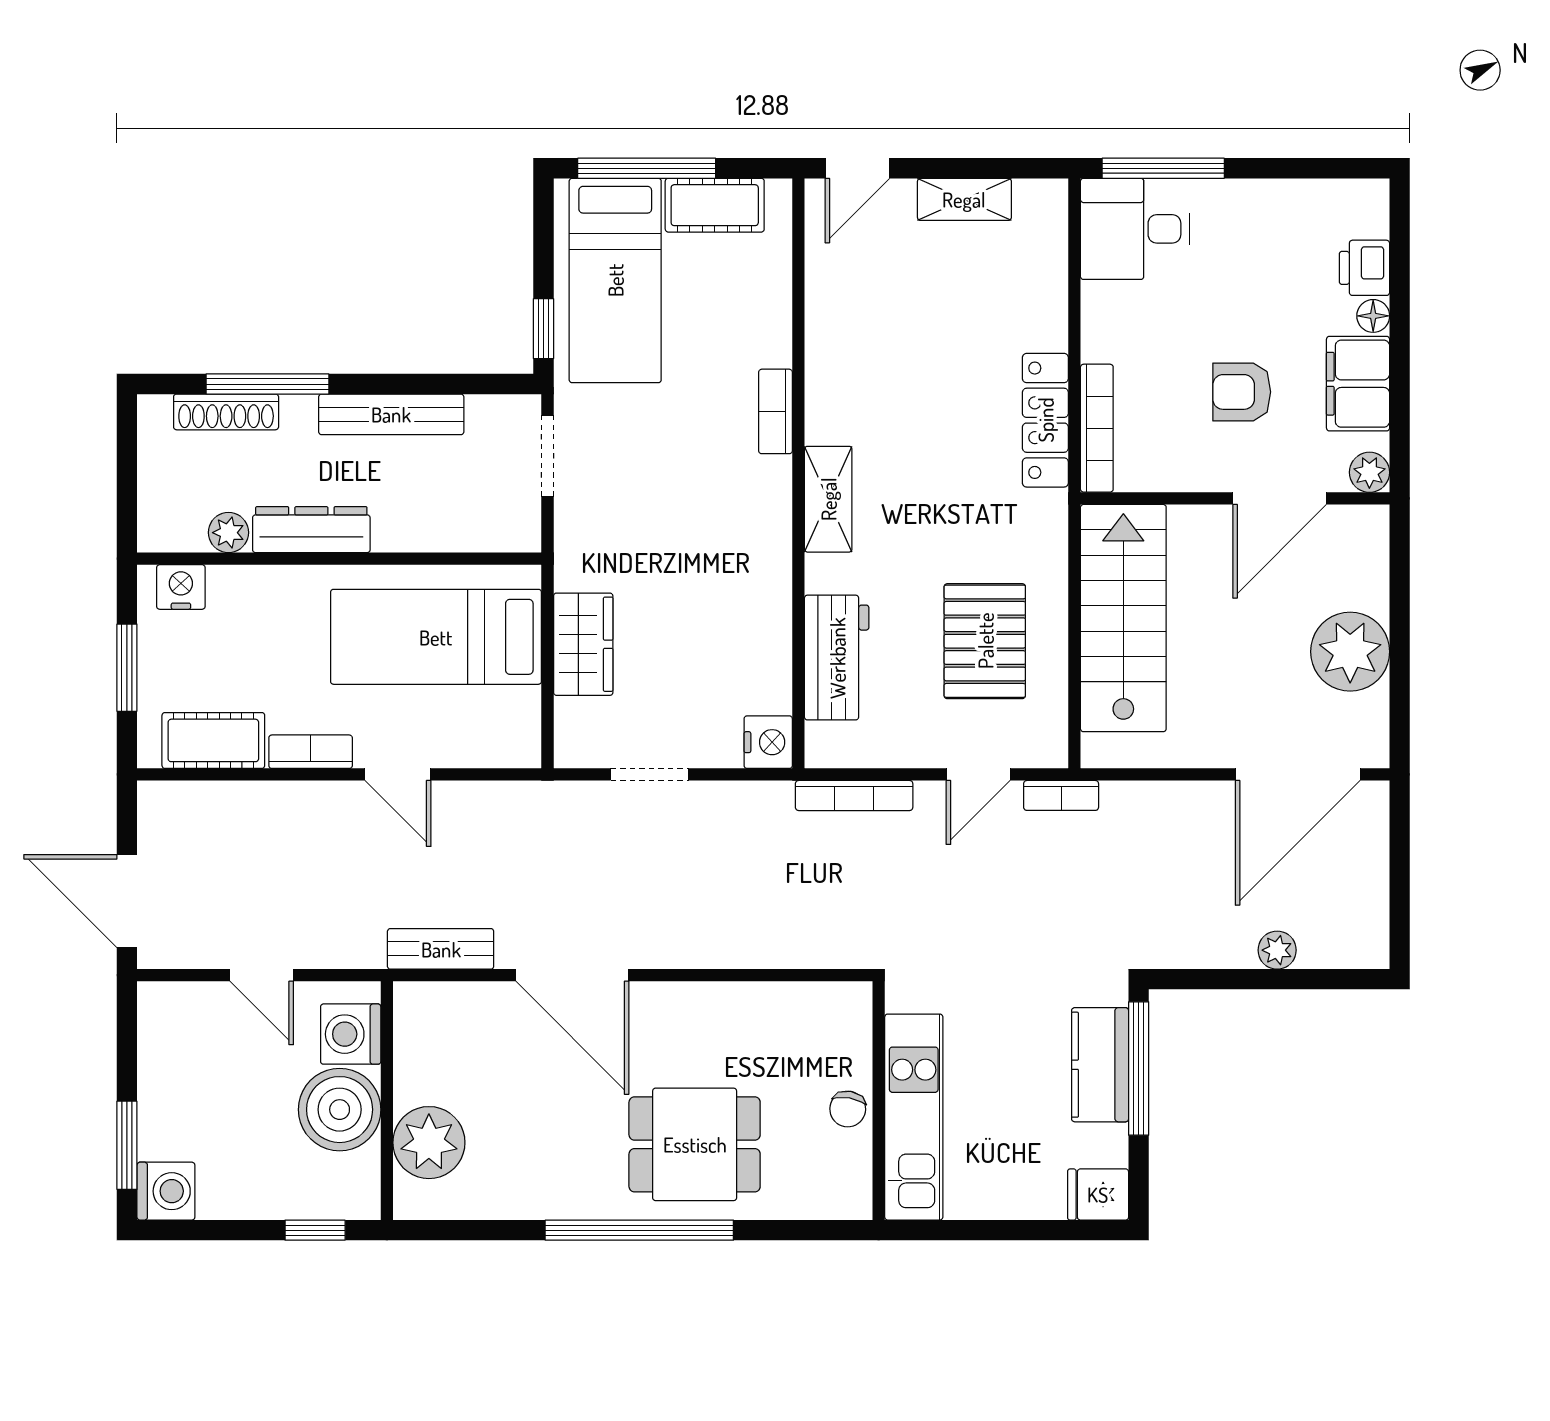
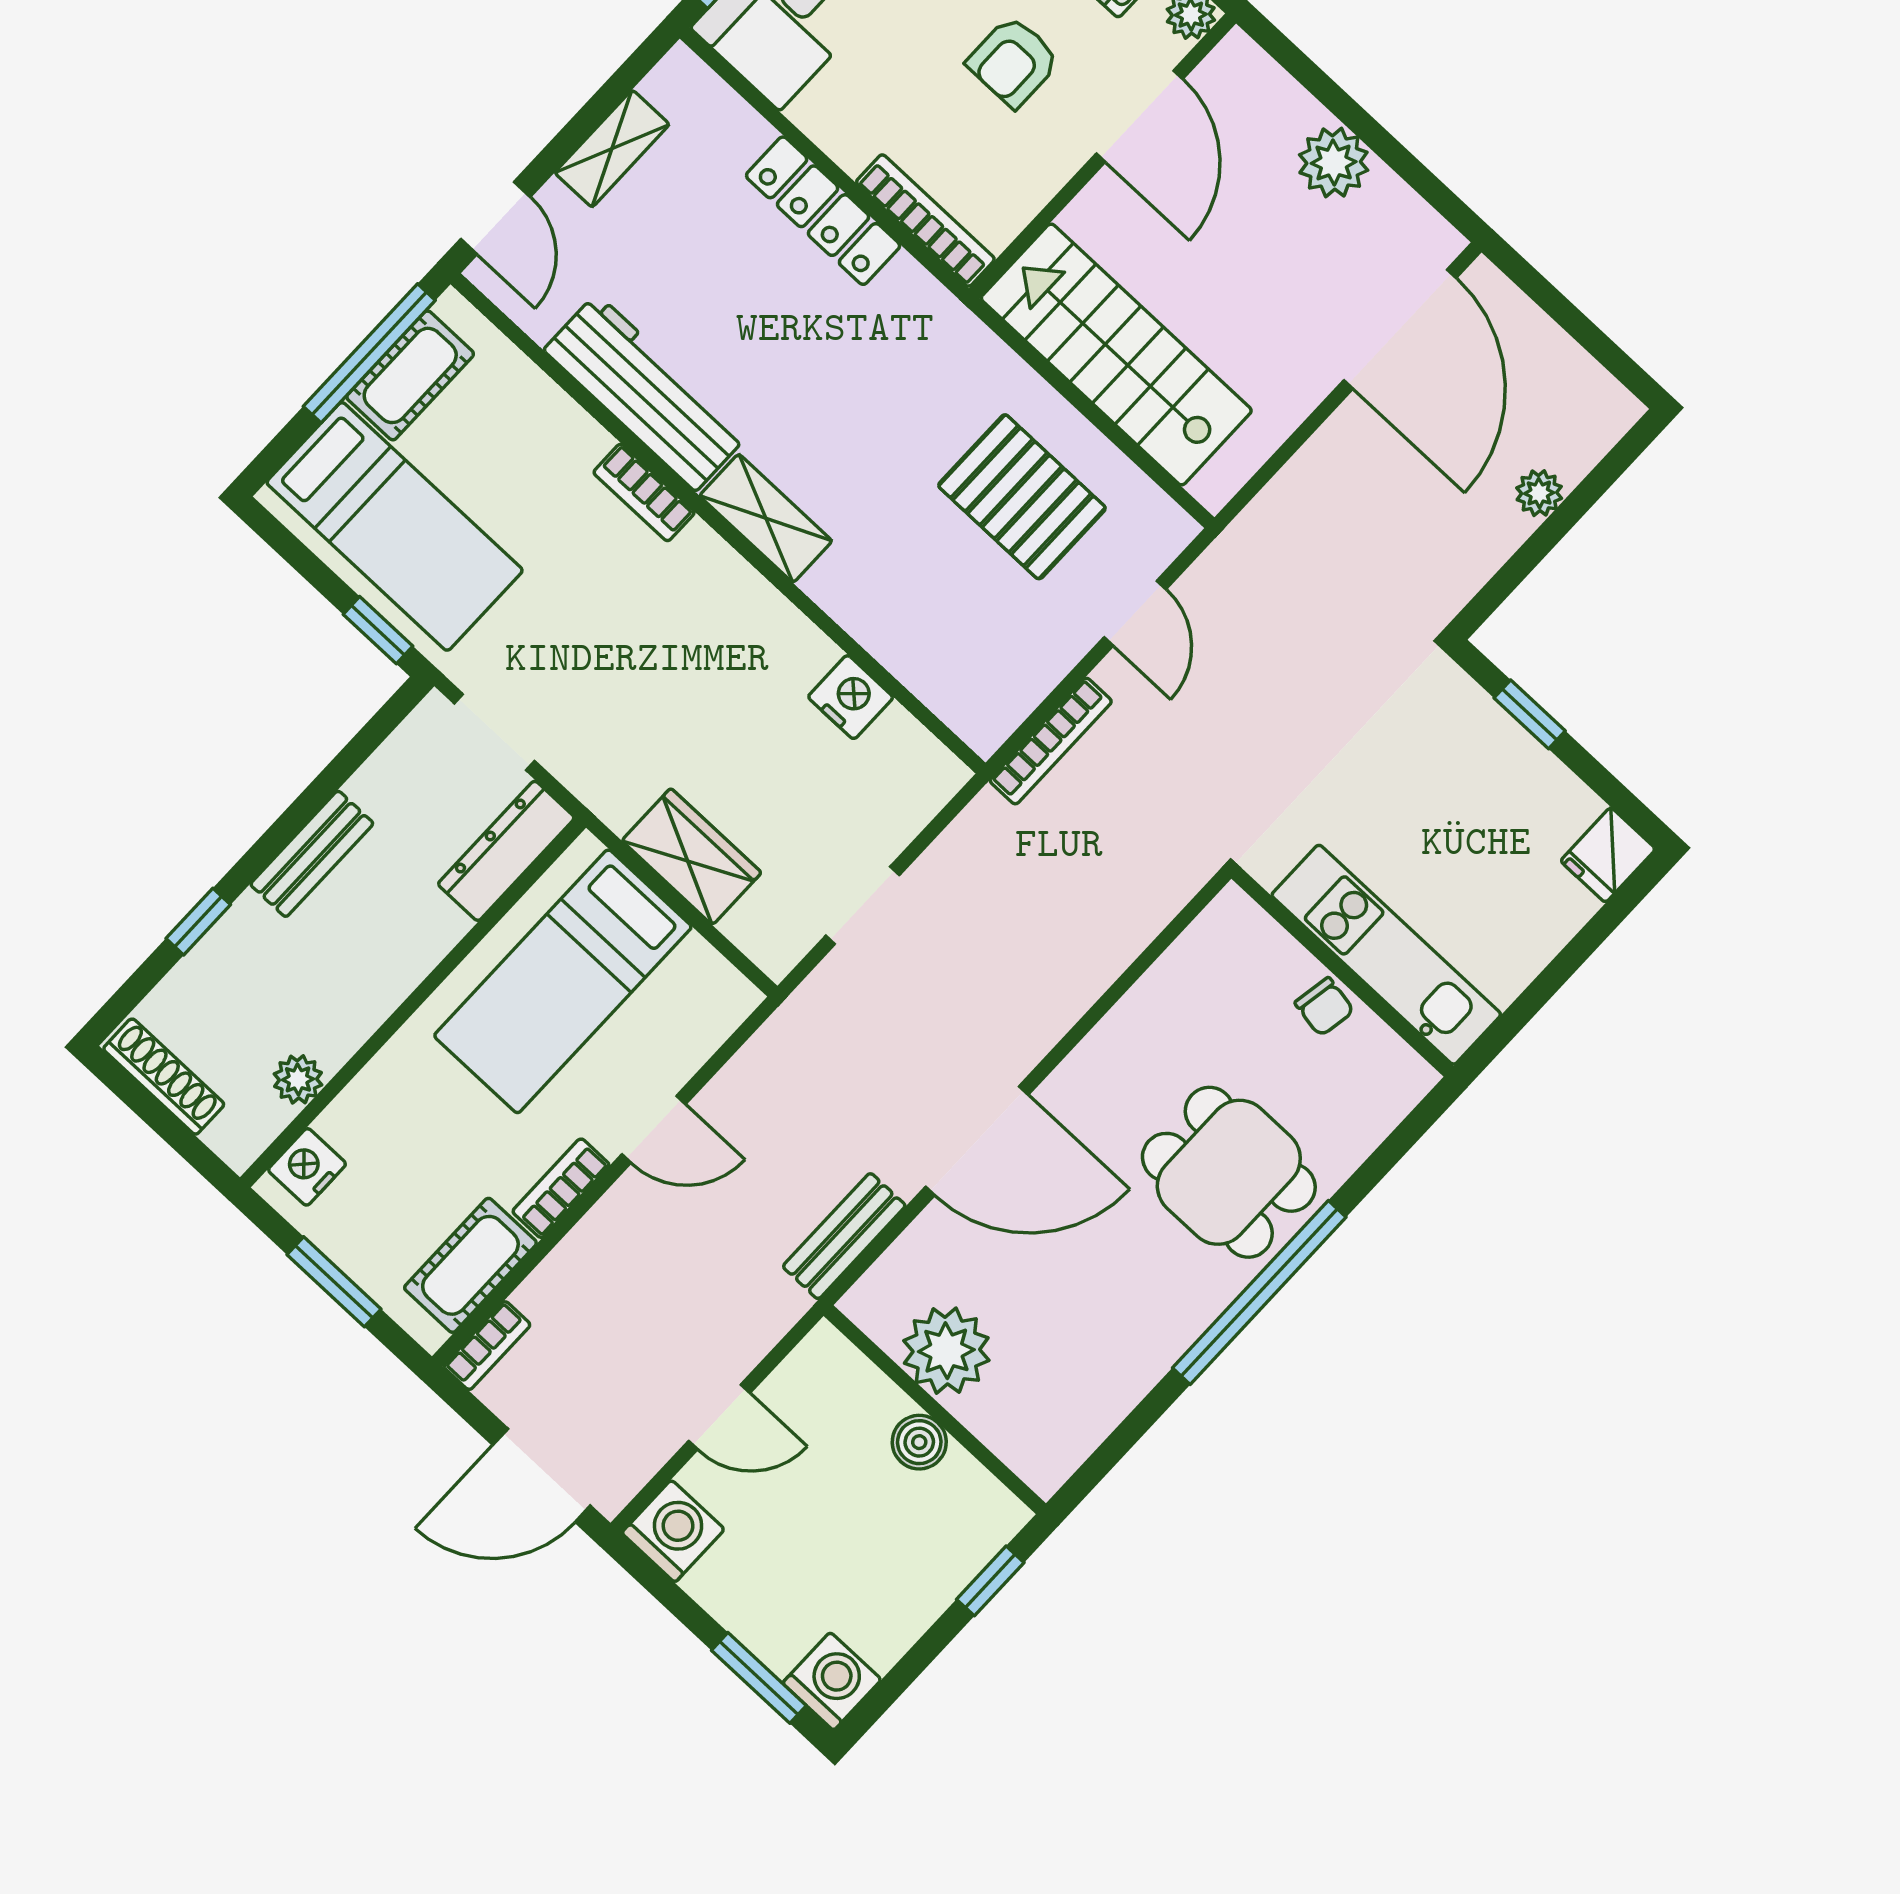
window: (647, 168) -> (369, 353), moved
window: (267, 384) -> (198, 922), width x0.46
shoe rack: (226, 412) -> (164, 1077), moved, turned -90
bench: (391, 414) -> (312, 854), width x0.73
locker: (1045, 420) -> (823, 211), moved
dresser: (311, 530) -> (506, 851), moved
plant: (1350, 652) -> (1334, 163), width x0.73, depth x0.73
workbench: (837, 658) -> (646, 392), moved, width x1.37
nightstand: (768, 742) -> (851, 697), moved
bookcase: (1061, 795) -> (487, 1346), moved
washing machine: (351, 1034) -> (673, 1531), moved, turned 180
kitchen counter: (1100, 1065) -> (1494, 746), removed
window: (1139, 1068) -> (1530, 714), width x0.46
boiler: (340, 1110) -> (919, 1442), width x0.54, depth x0.54
plant: (429, 1143) -> (946, 1351), moved
dining table: (695, 1144) -> (1229, 1172), turned 90

